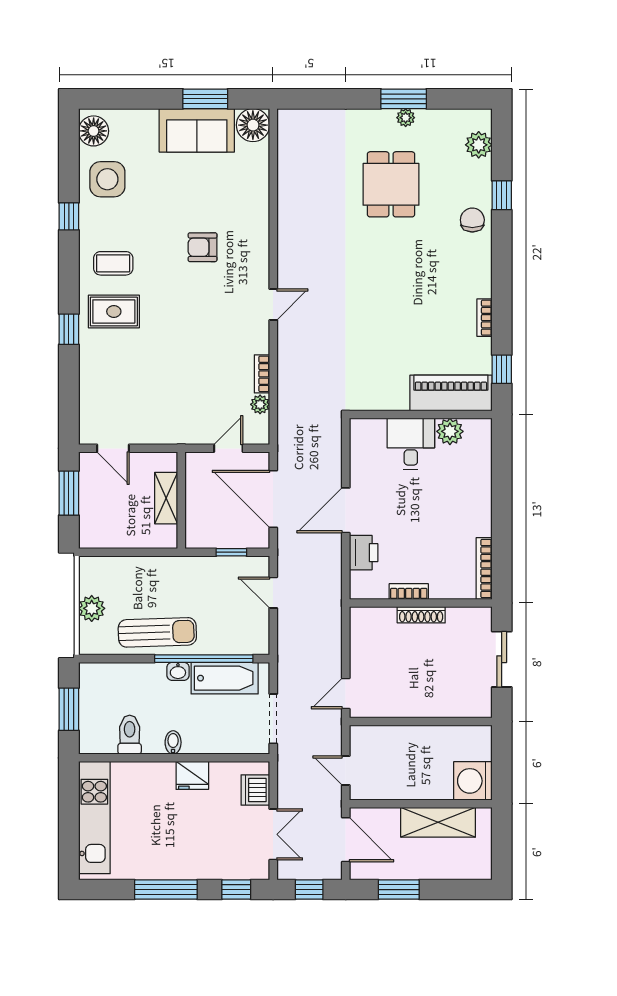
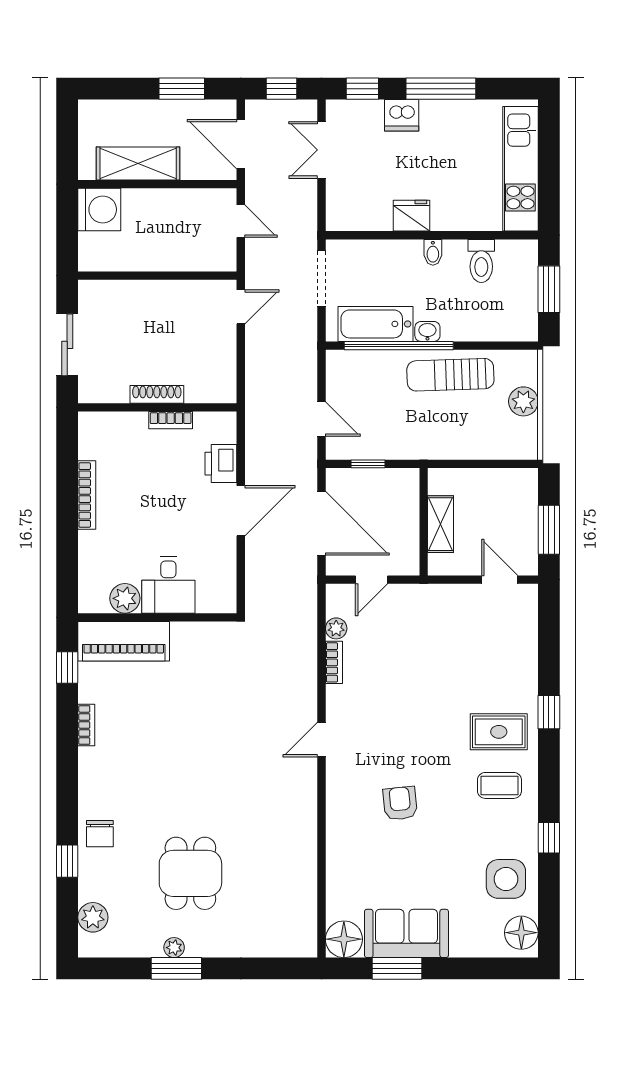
armchair: (203, 247) -> (400, 803), turned -96
bookcase: (484, 568) -> (87, 495), moved
dishwasher: (255, 790) -> (402, 115), moved, turned 90

